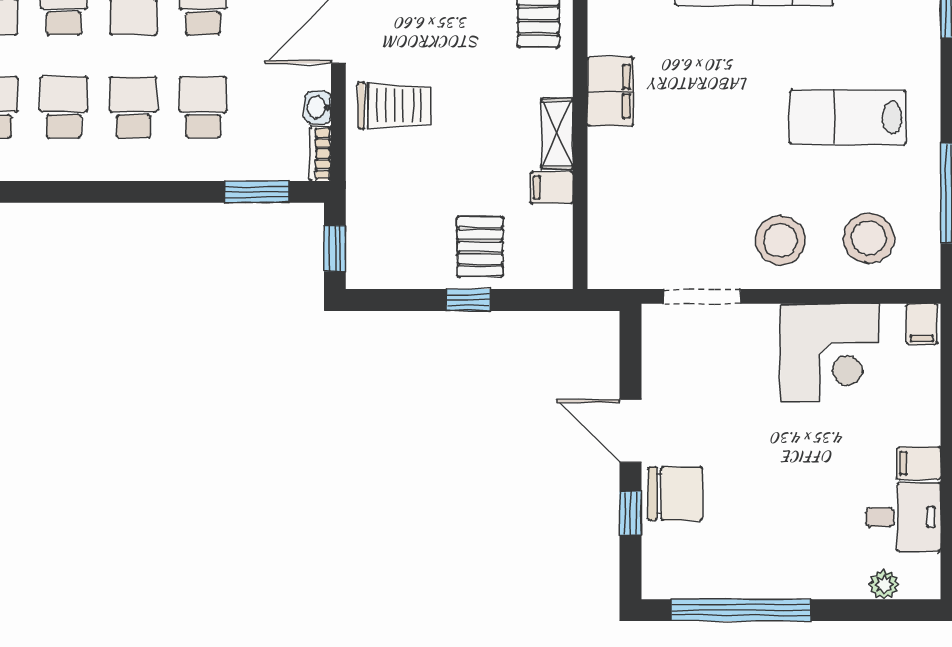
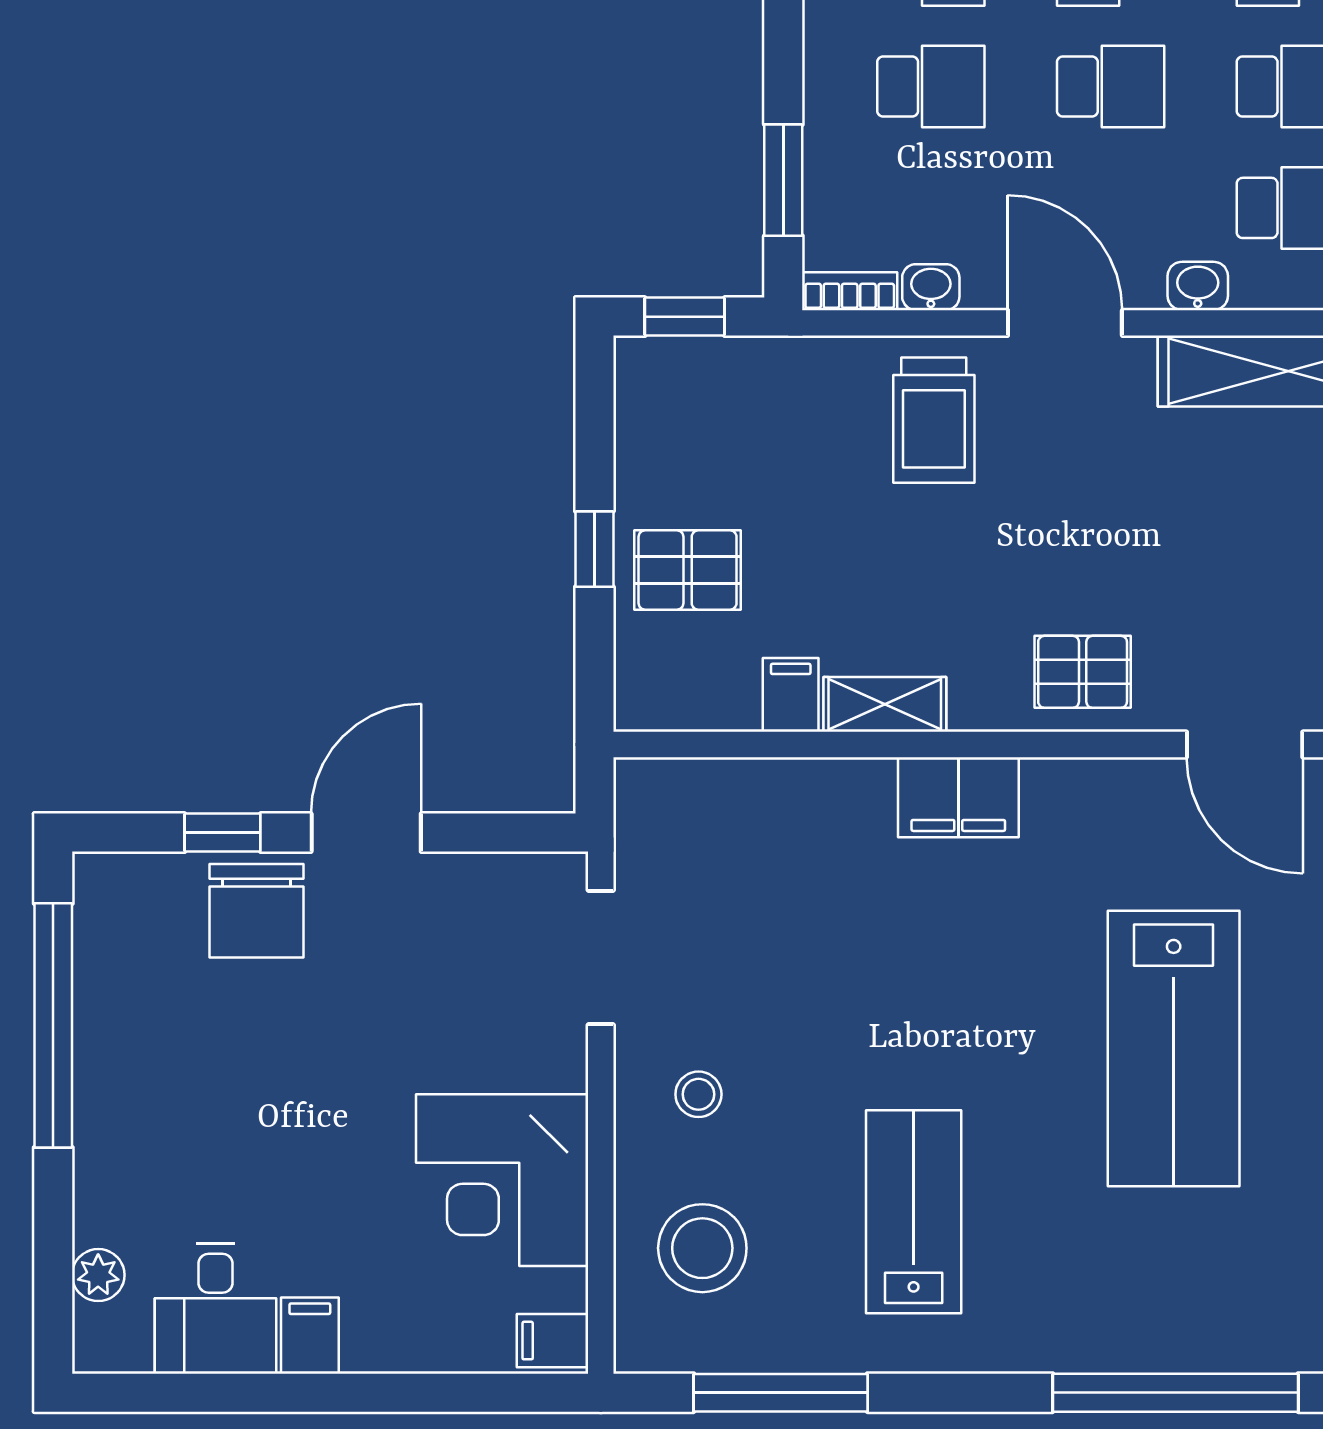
stool: (781, 240) -> (698, 1094), width x0.53, depth x0.53

